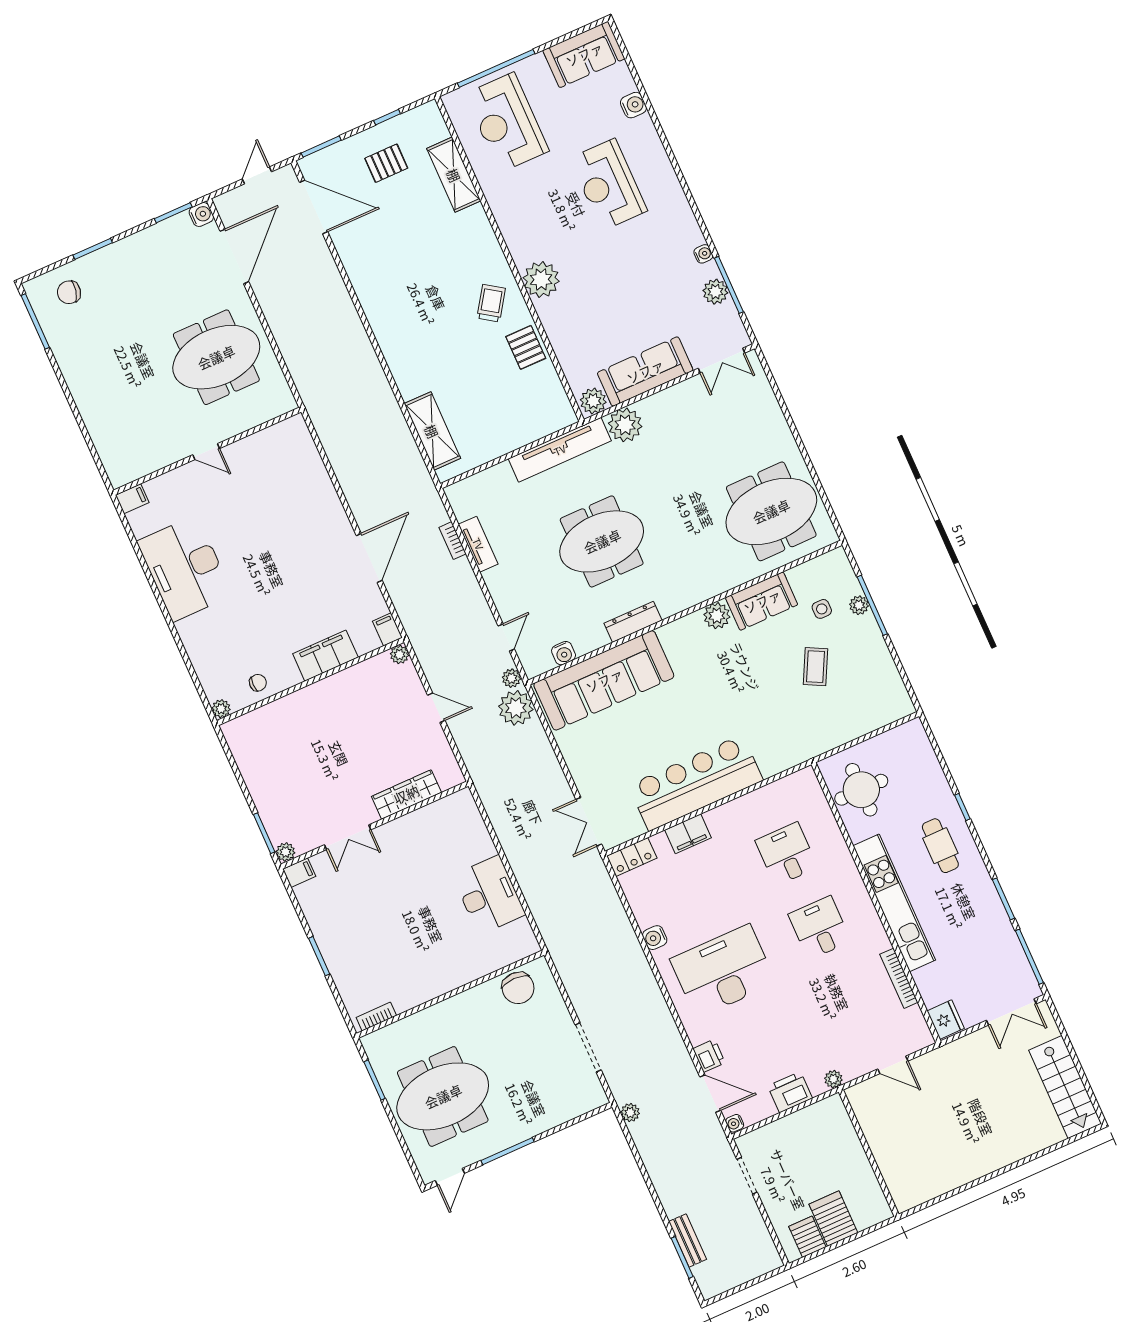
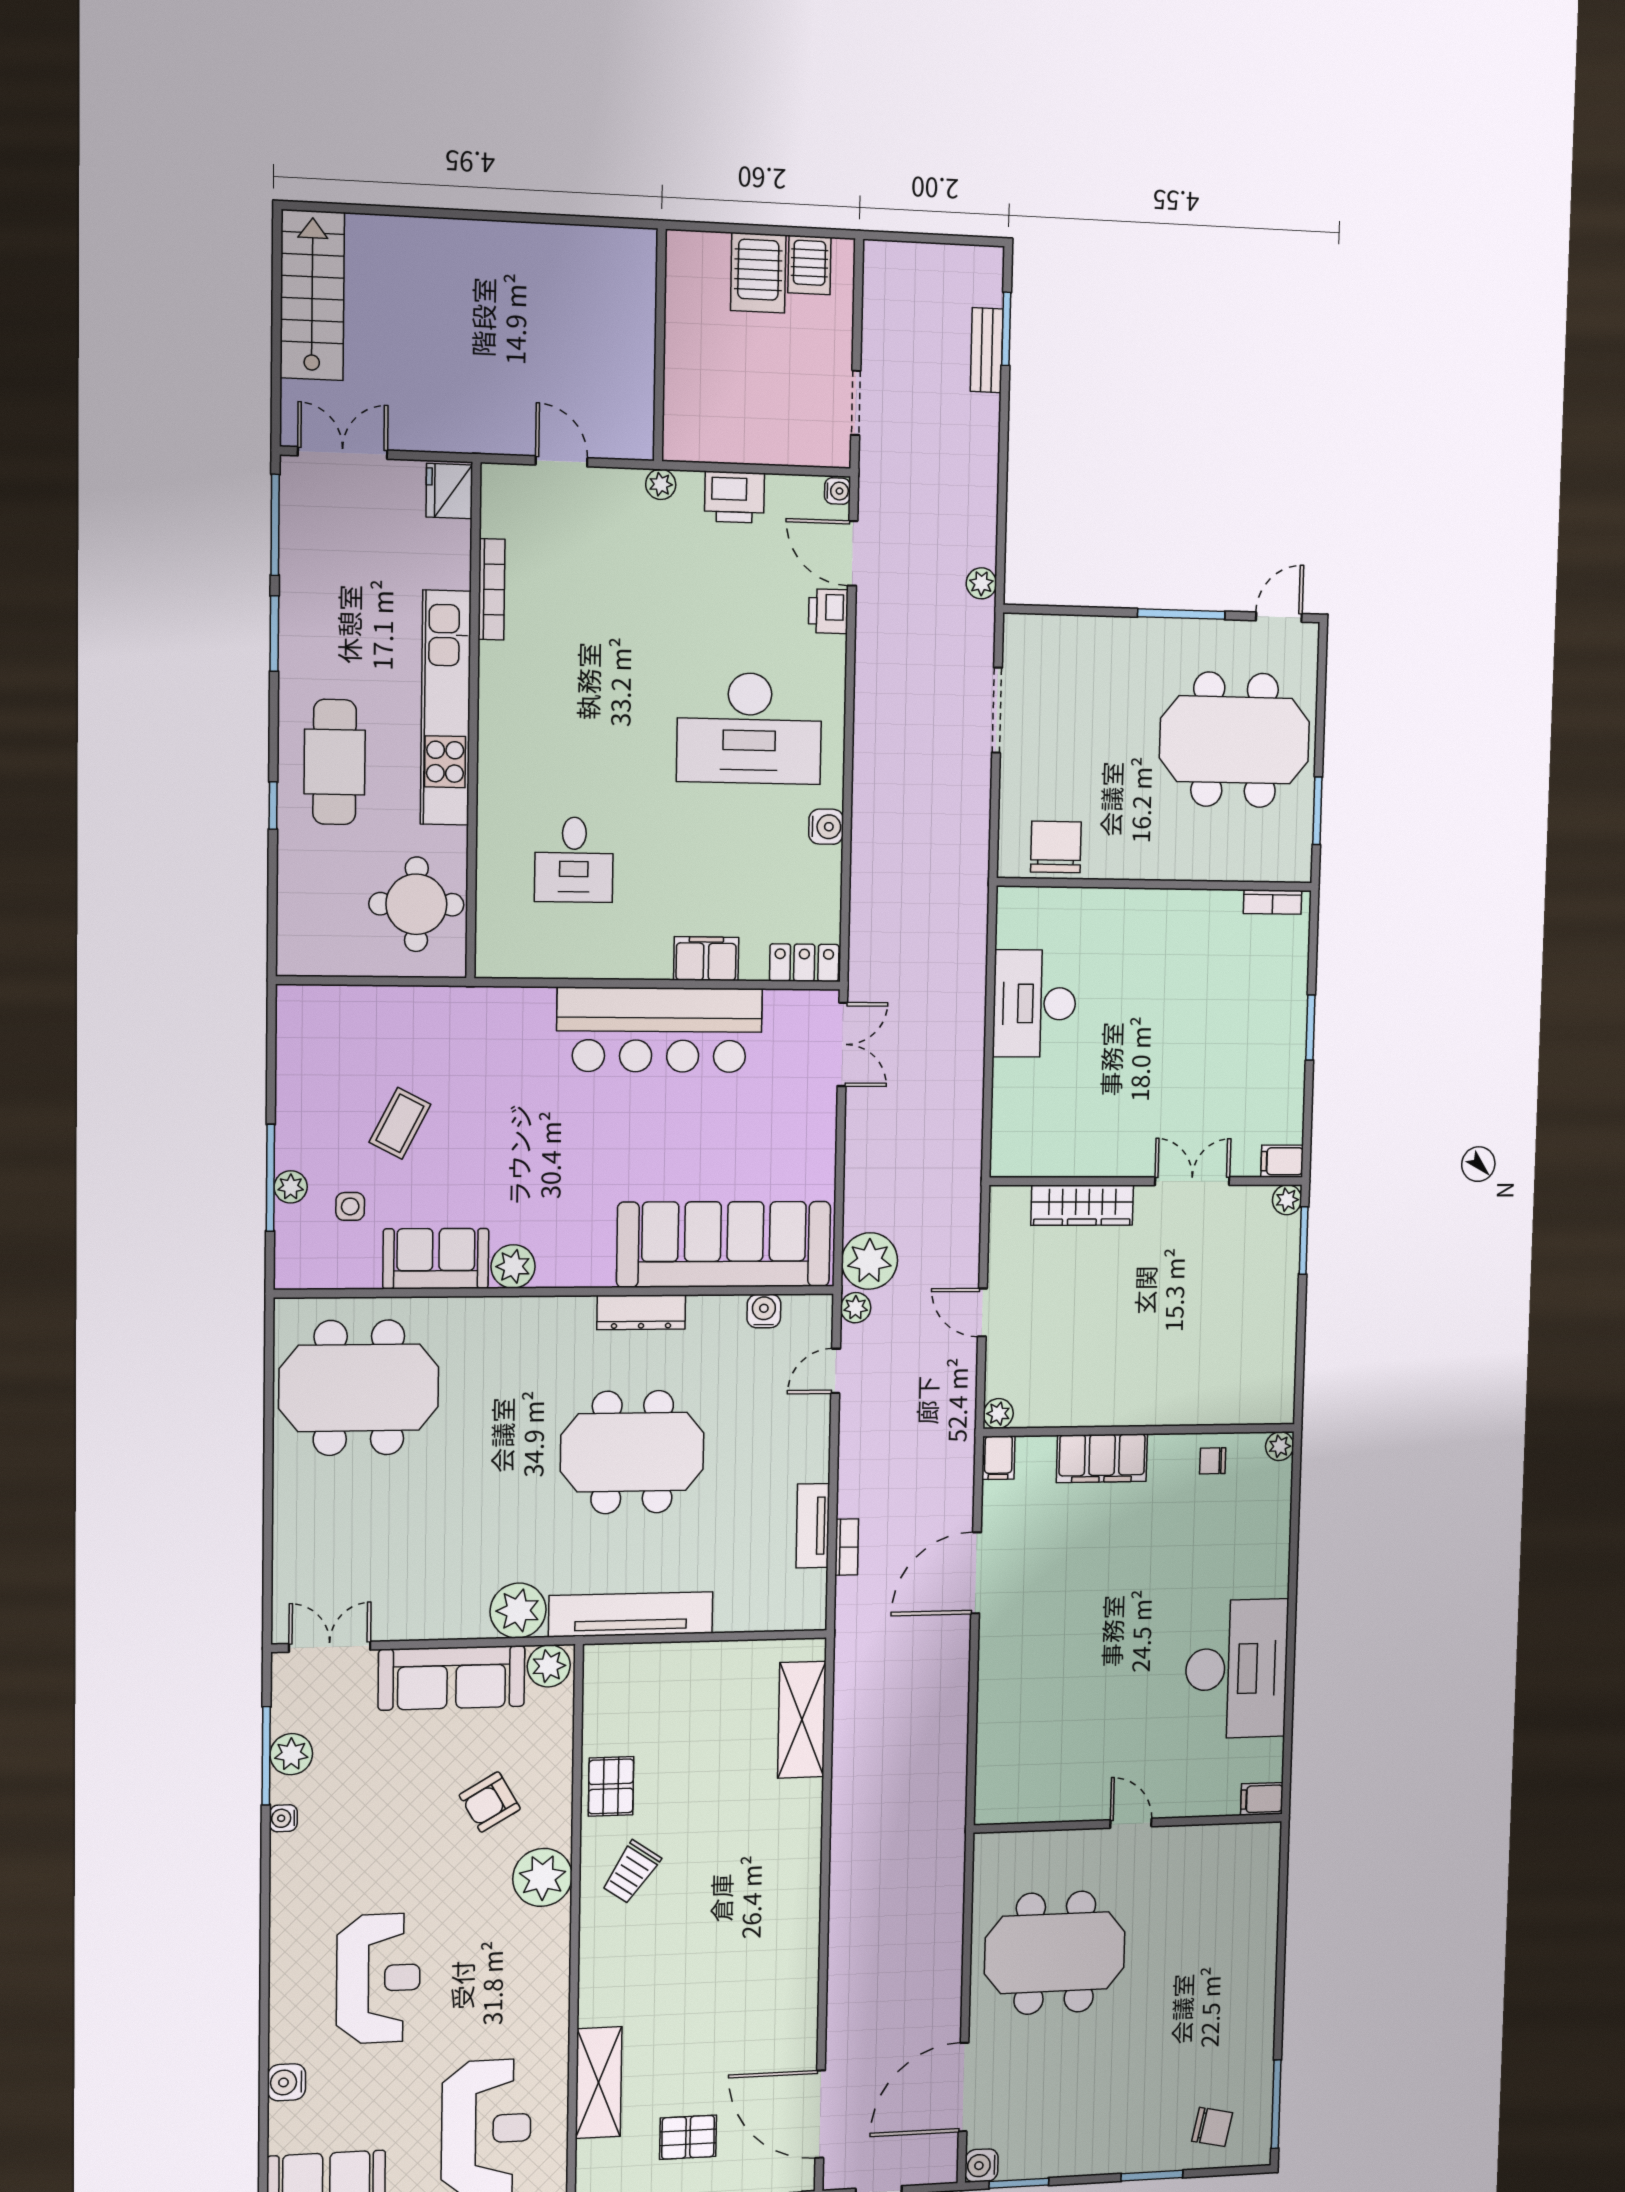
armchair: (591, 310) -> (490, 1802), added
cafe table: (940, 846) -> (335, 762), width x1.37, depth x1.35
desk: (820, 928) -> (576, 724), removed

